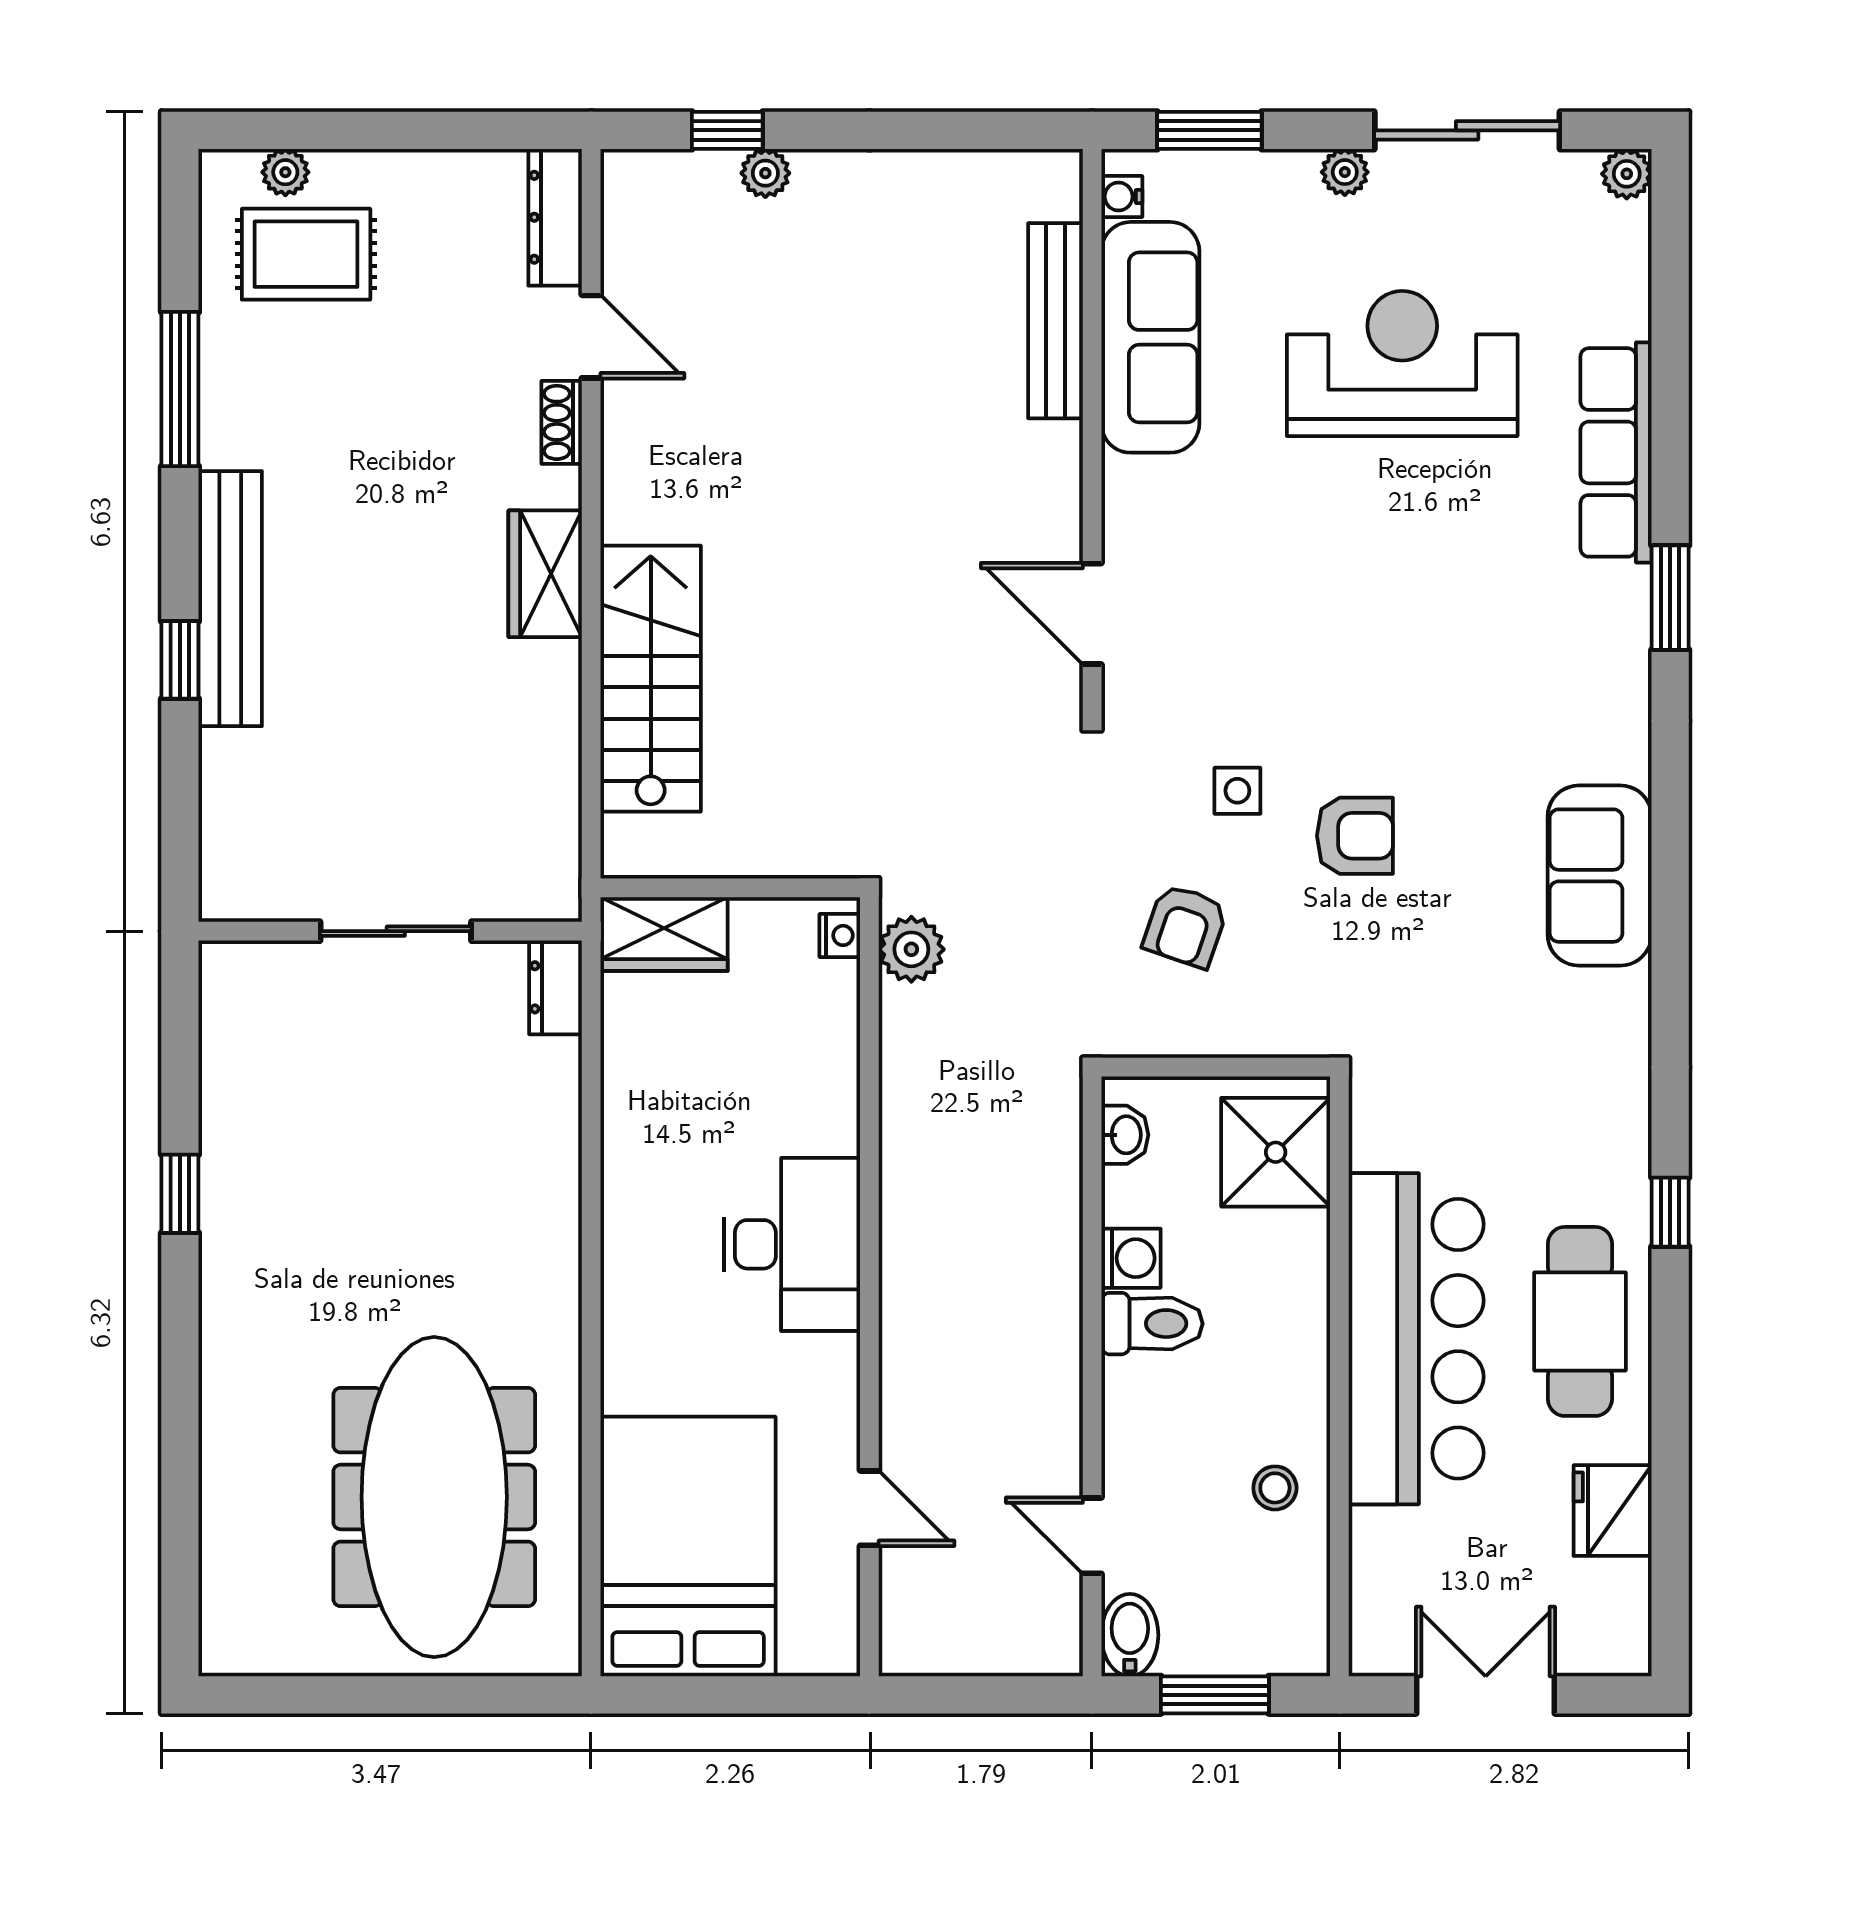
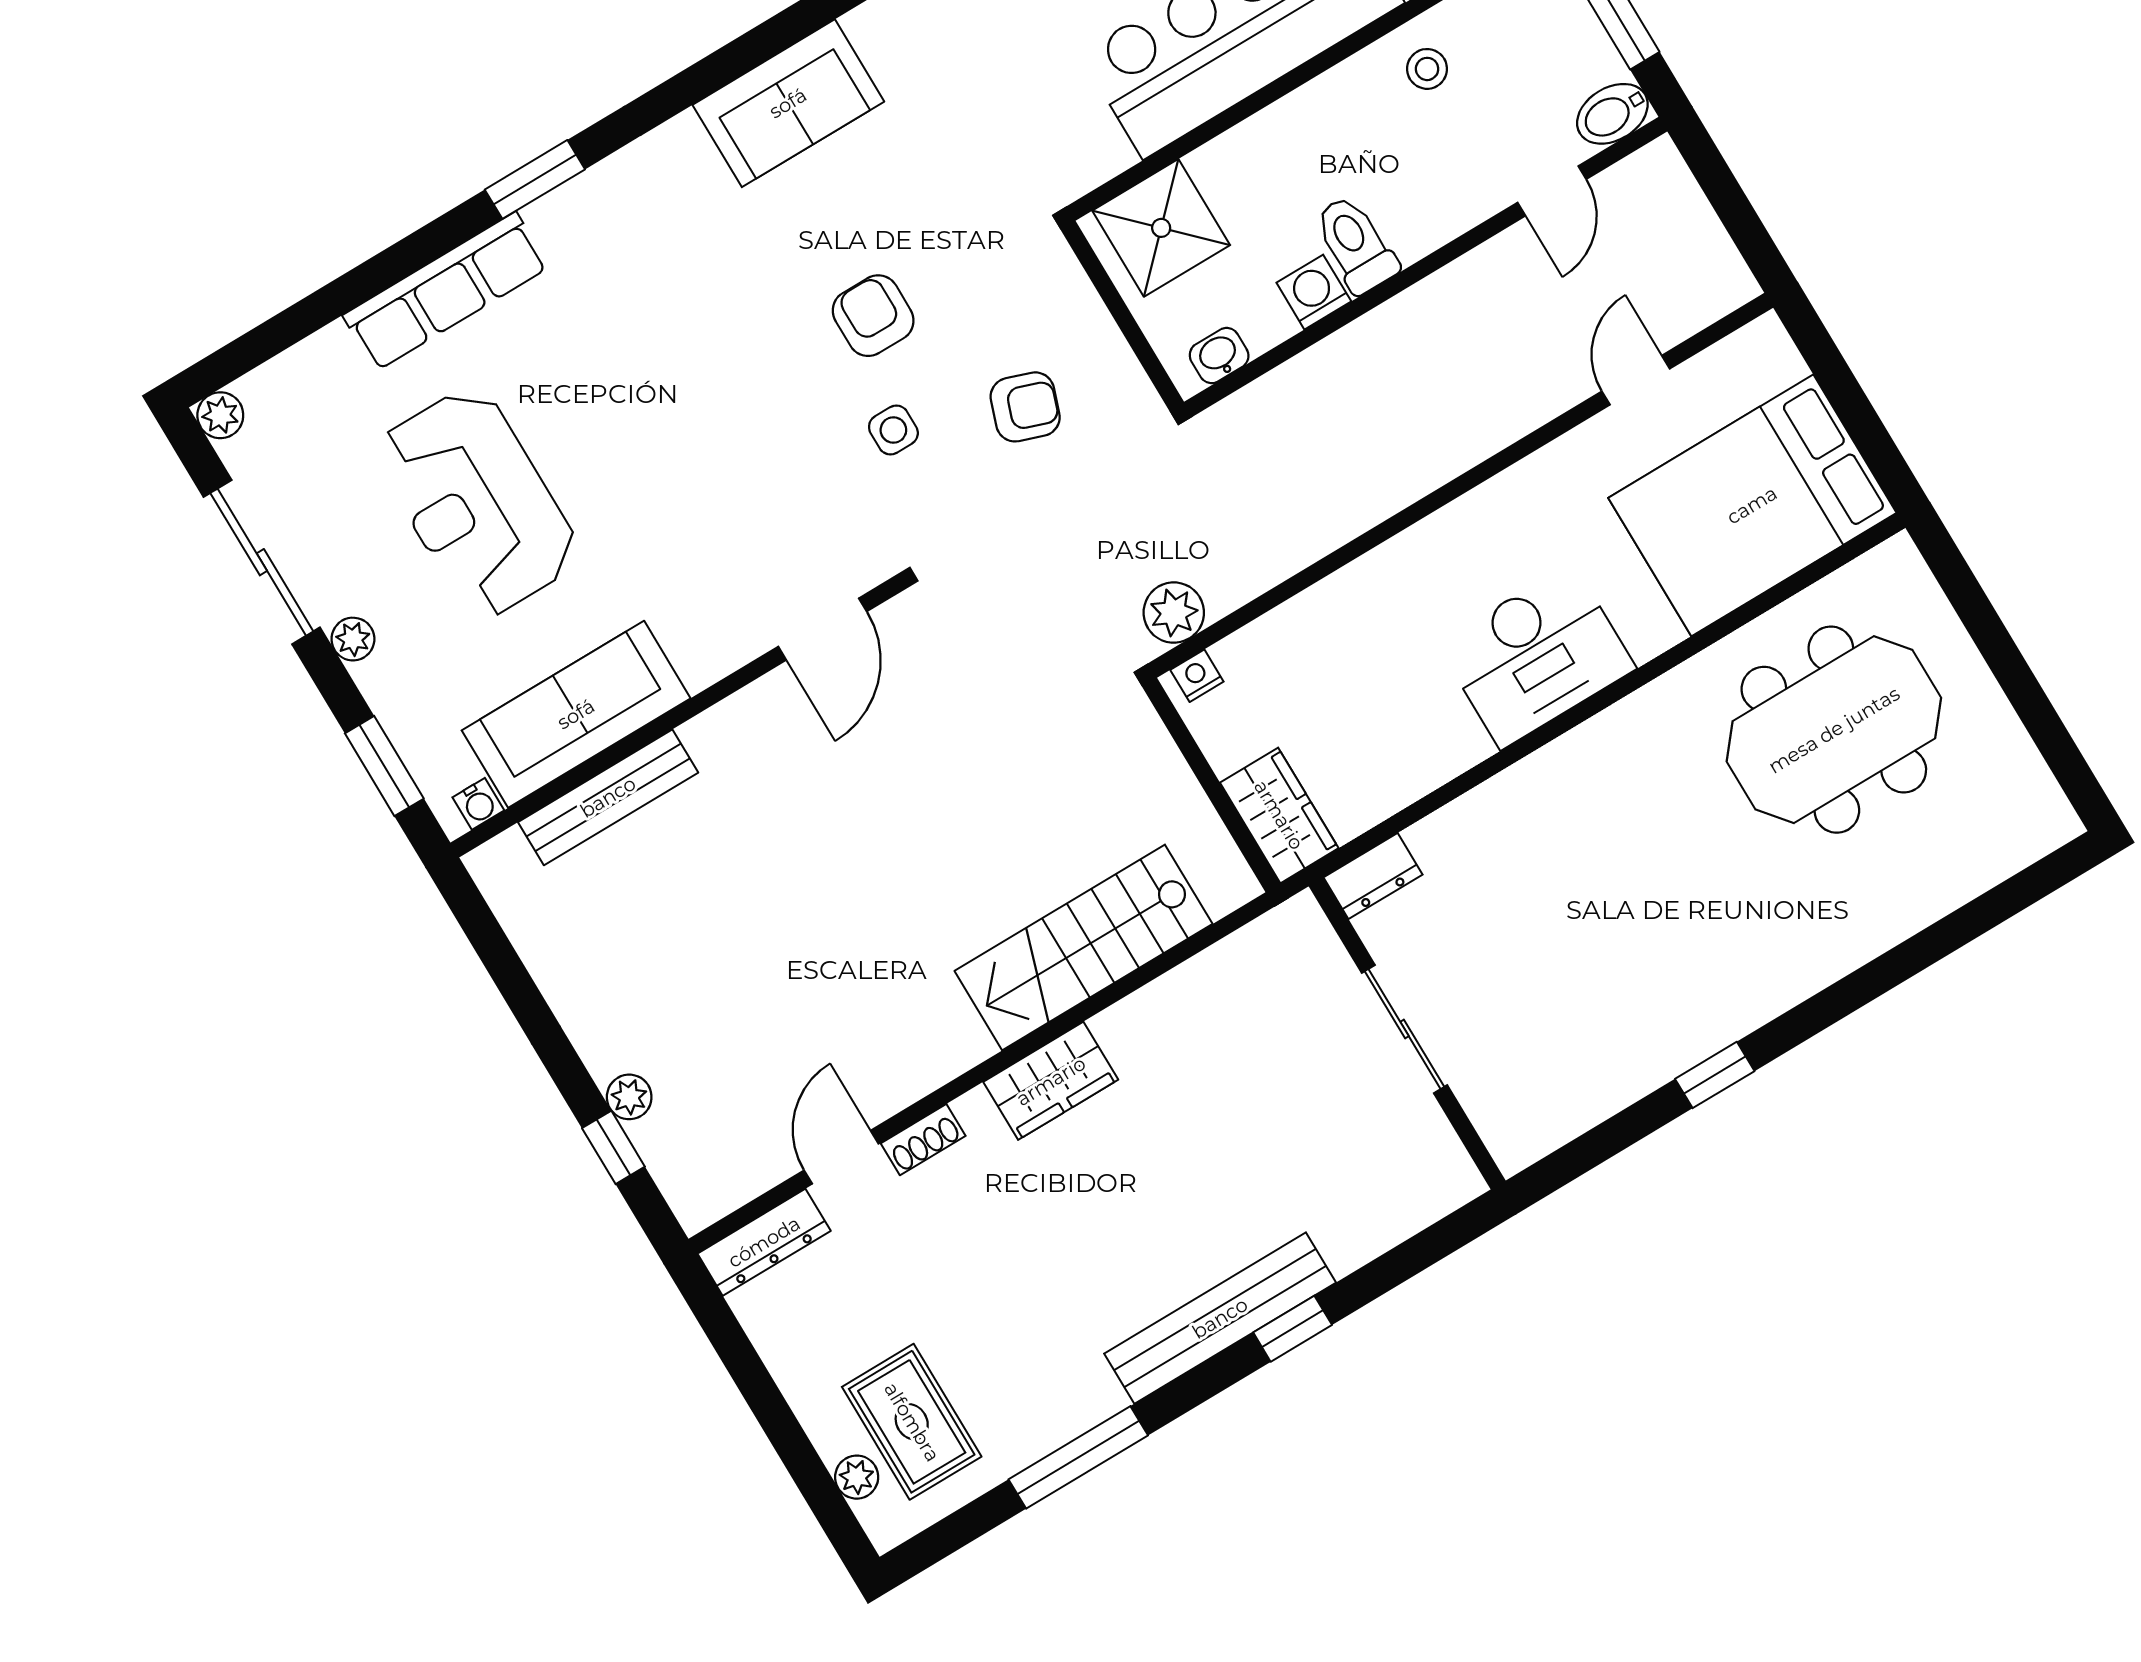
desk: (792, 1244) -> (1537, 656), moved, turned 180
meeting table: (434, 1497) -> (1834, 730), width x0.73

